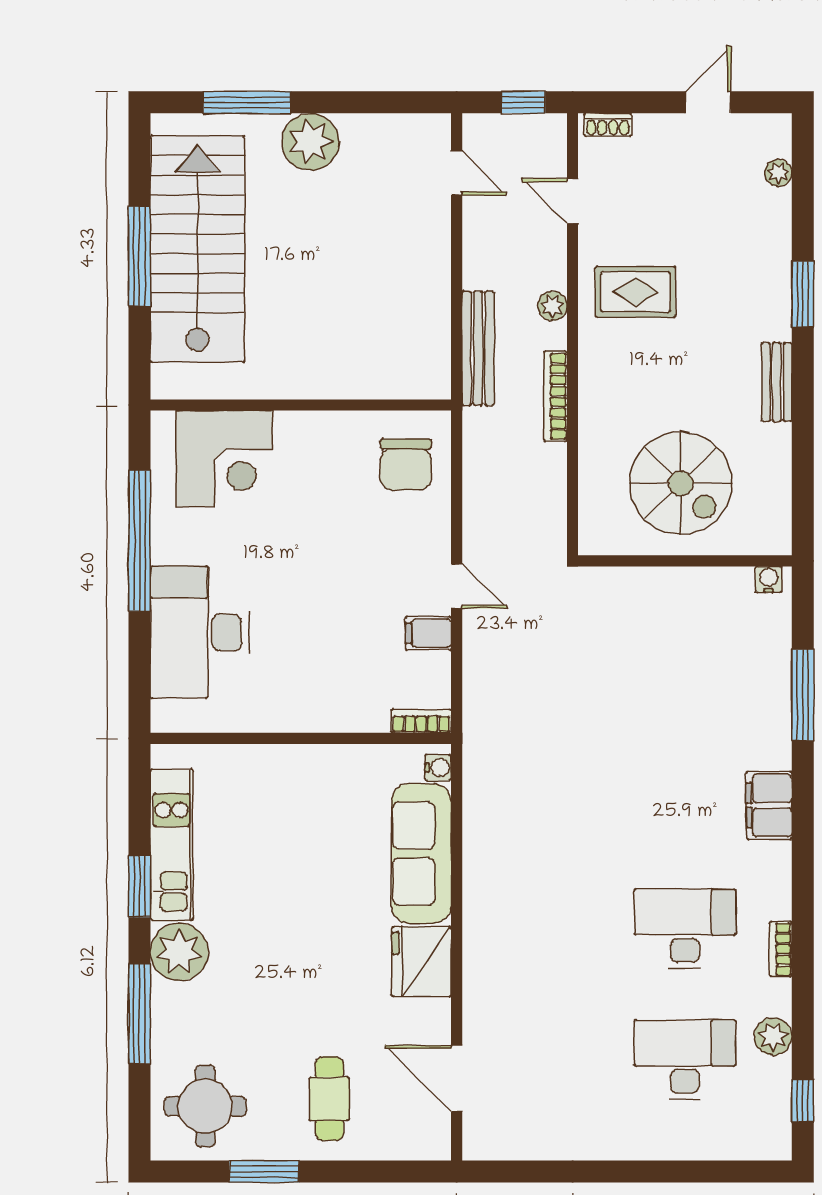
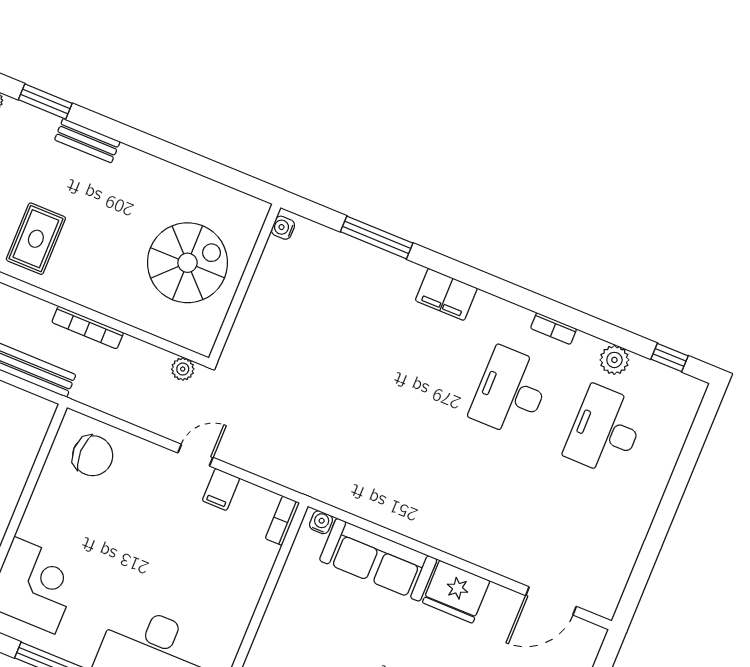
window: (803, 294) -> (45, 101), moved
plant: (552, 306) -> (183, 369), moved
bench: (777, 382) -> (87, 141), moved

